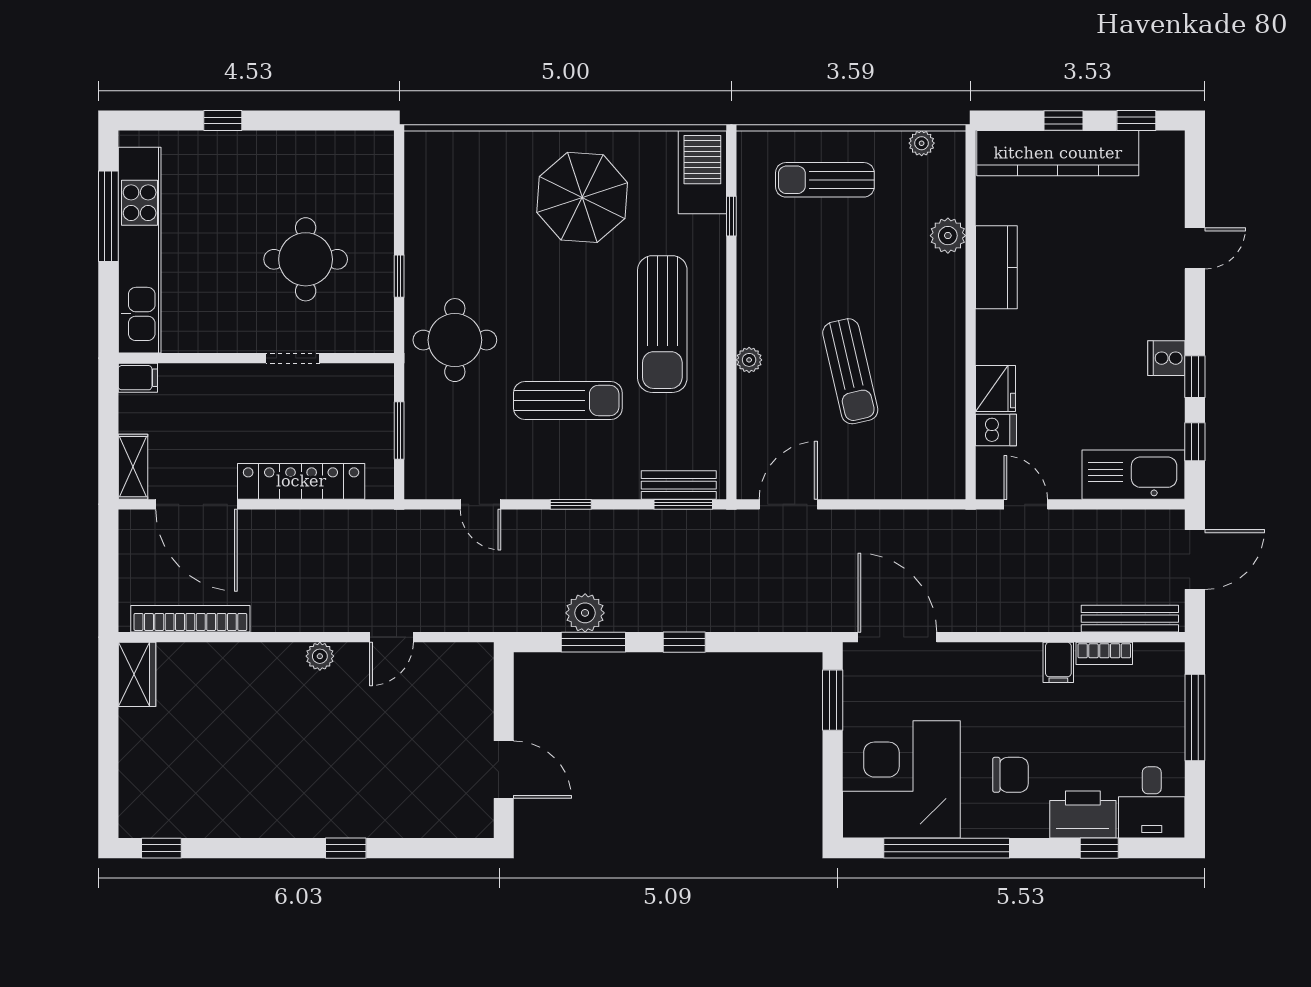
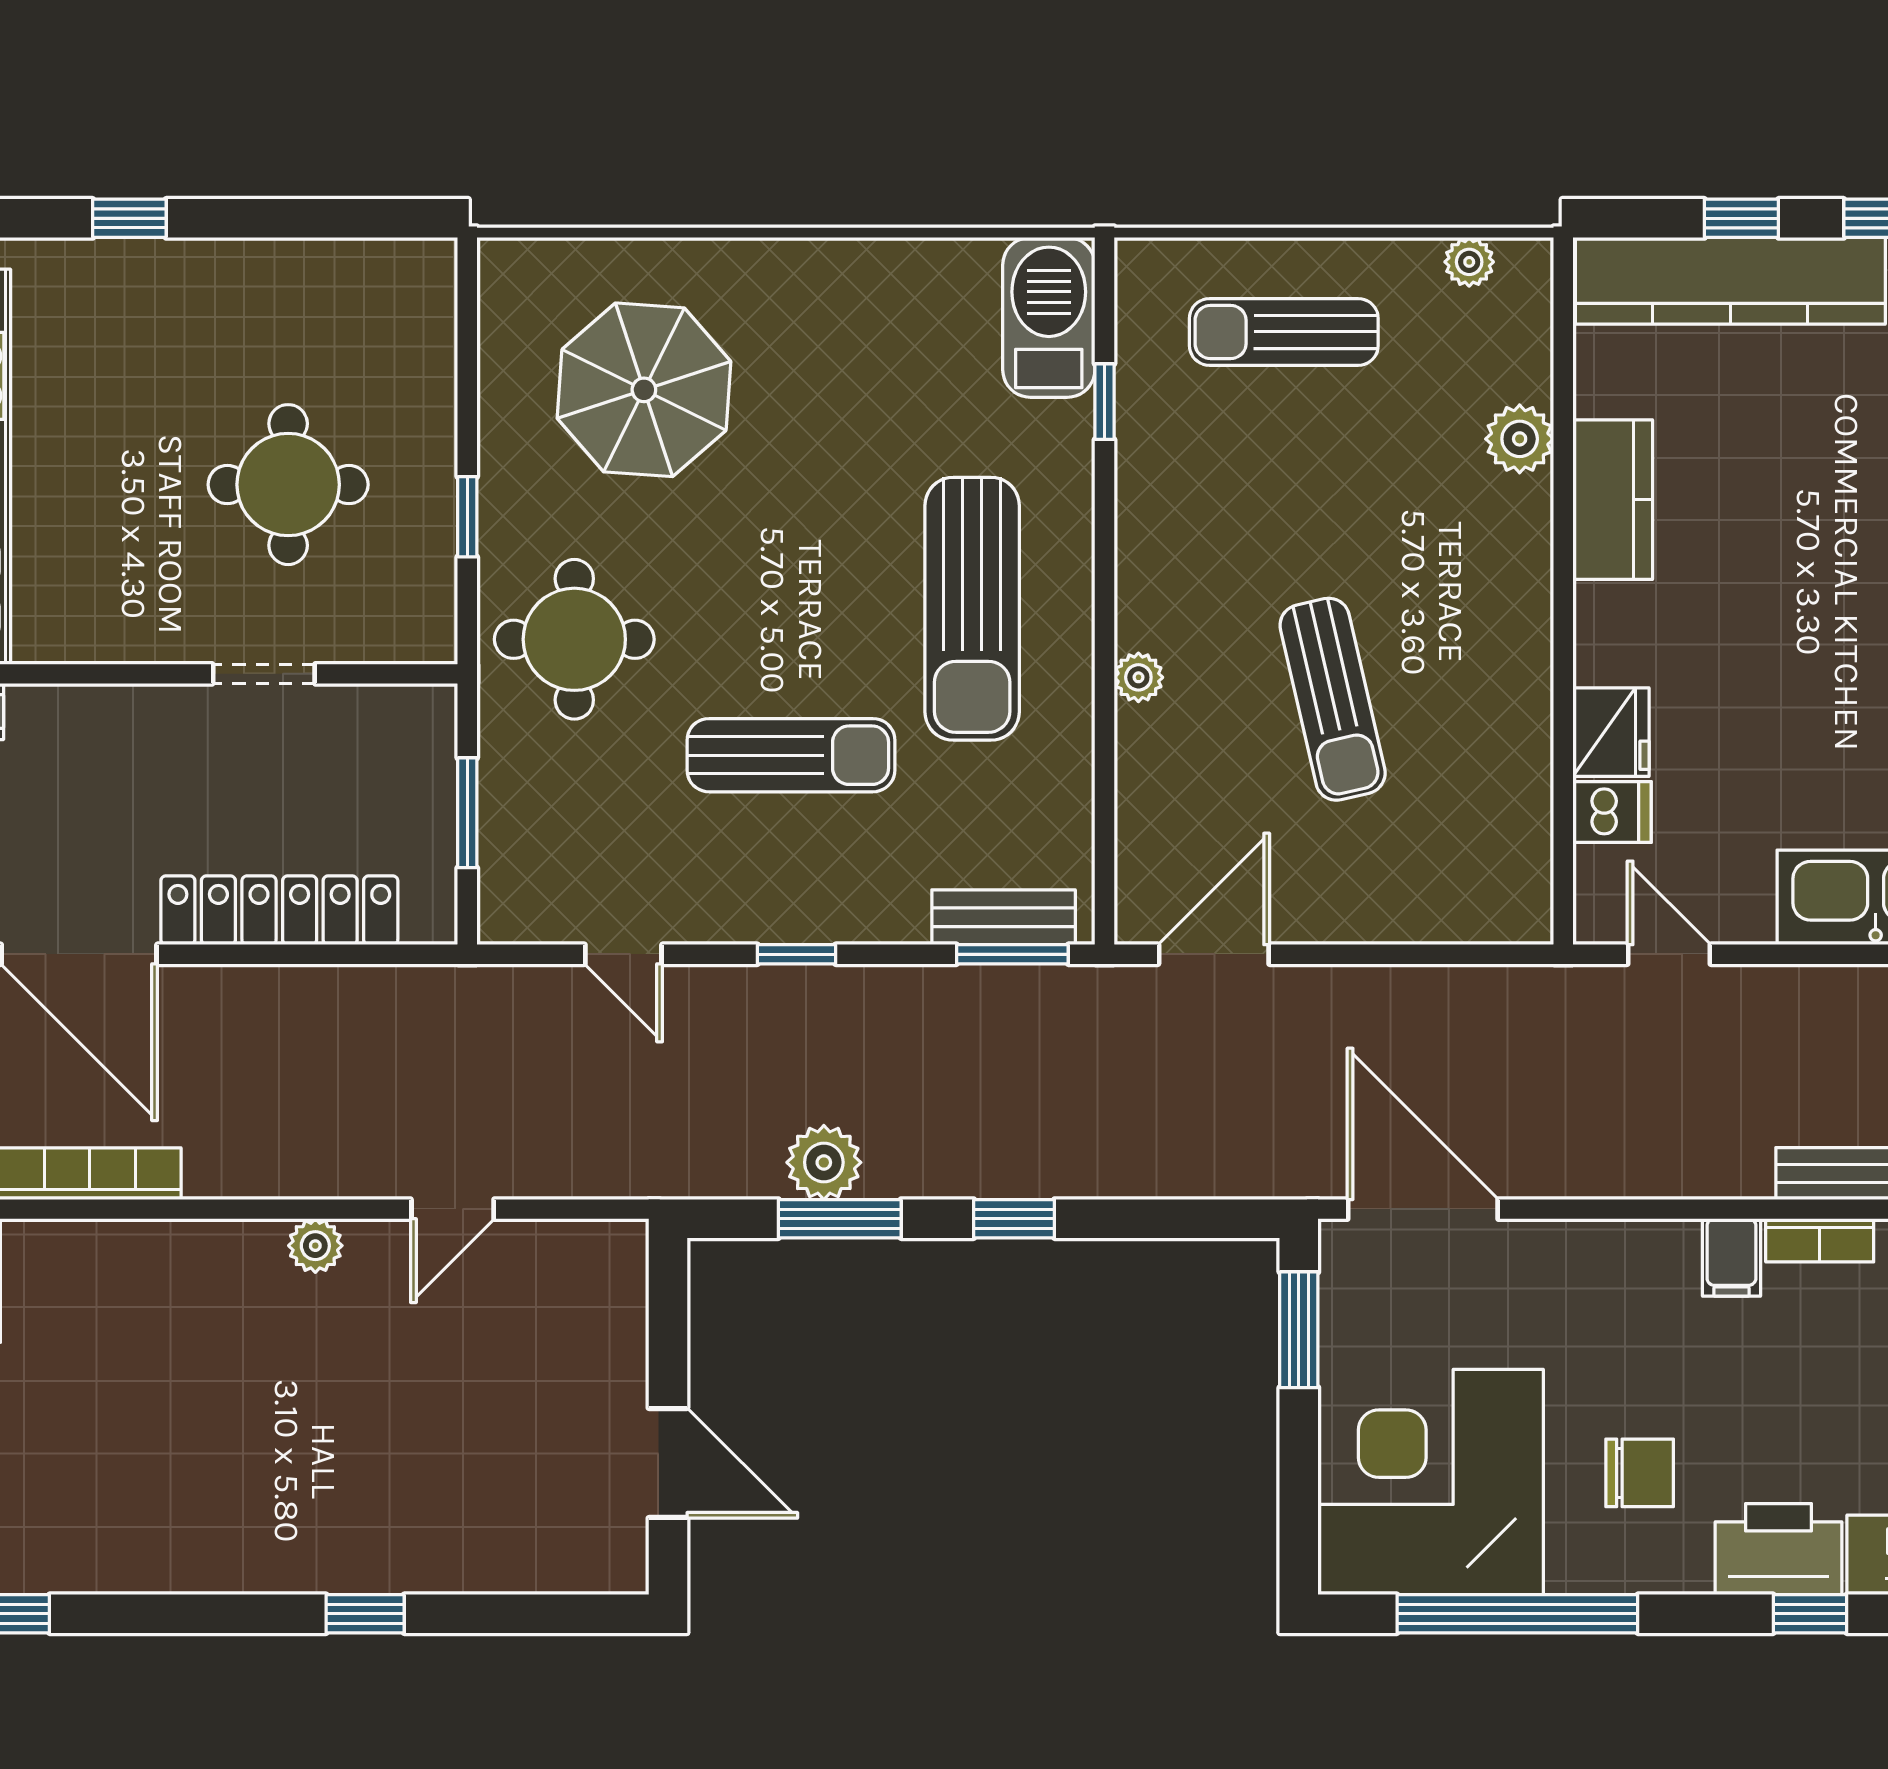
parasol: (582, 197) -> (644, 390), moved

